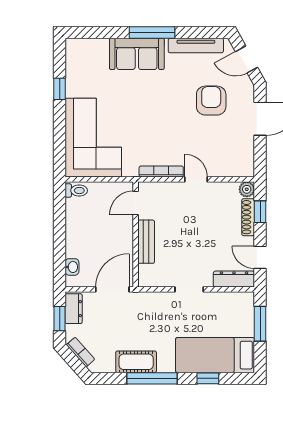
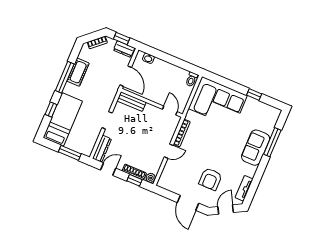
window: (152, 32) -> (272, 142), moved
tv unit: (196, 45) -> (244, 188), width x0.71
armchair: (211, 101) -> (210, 179), turned 90
bench: (146, 242) -> (132, 102), moved

